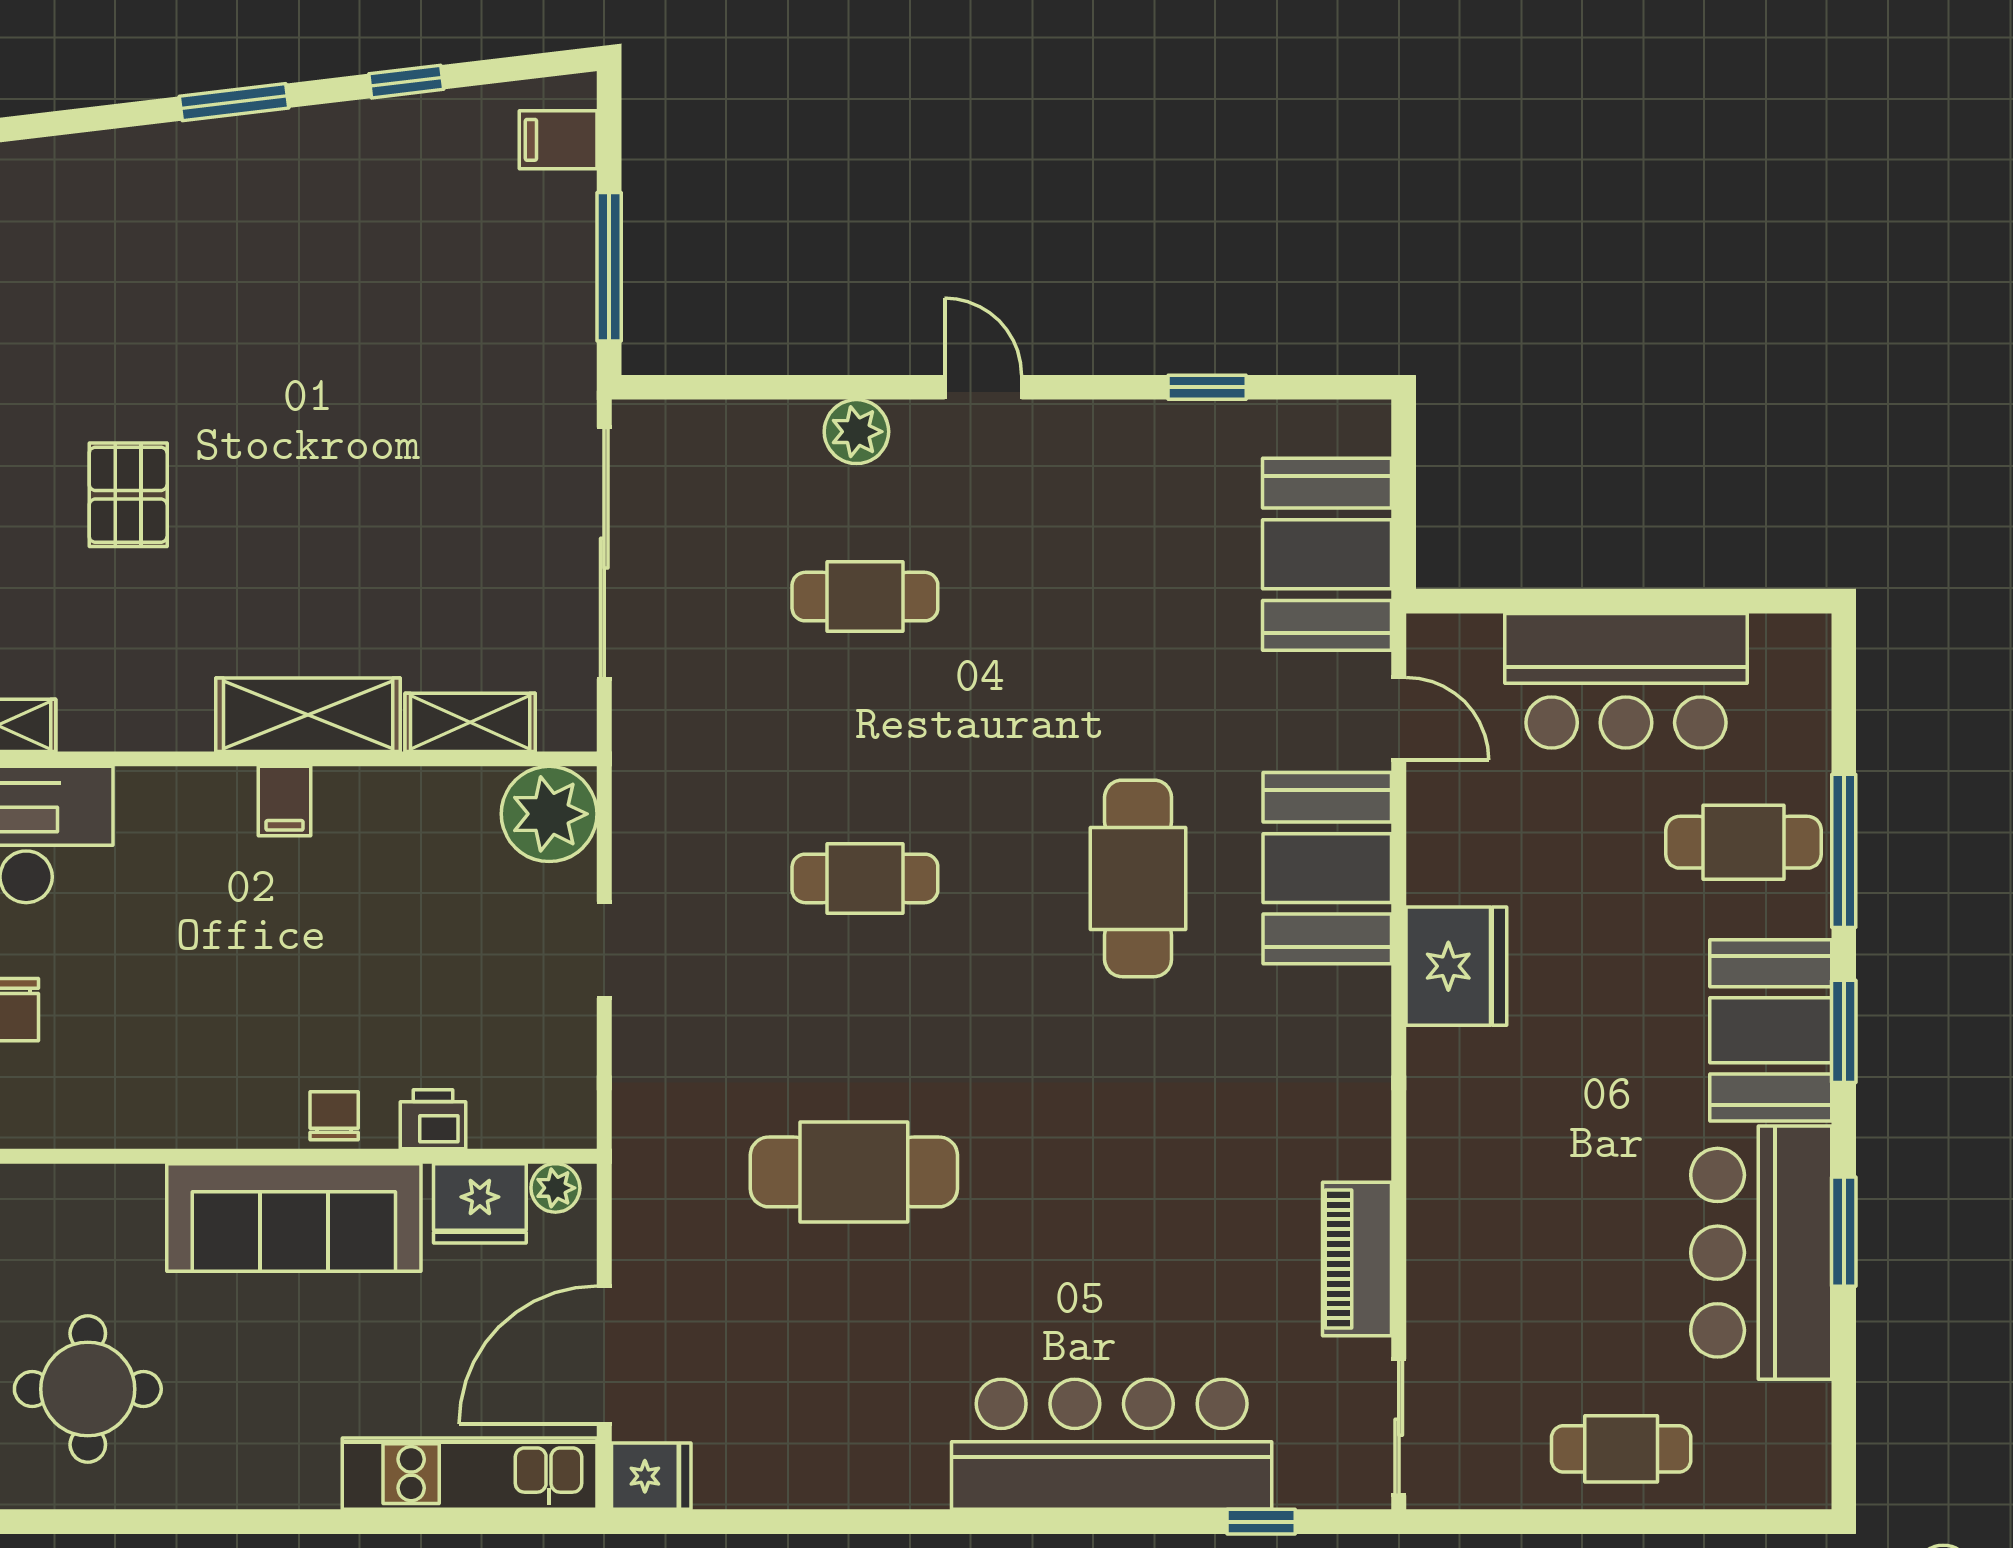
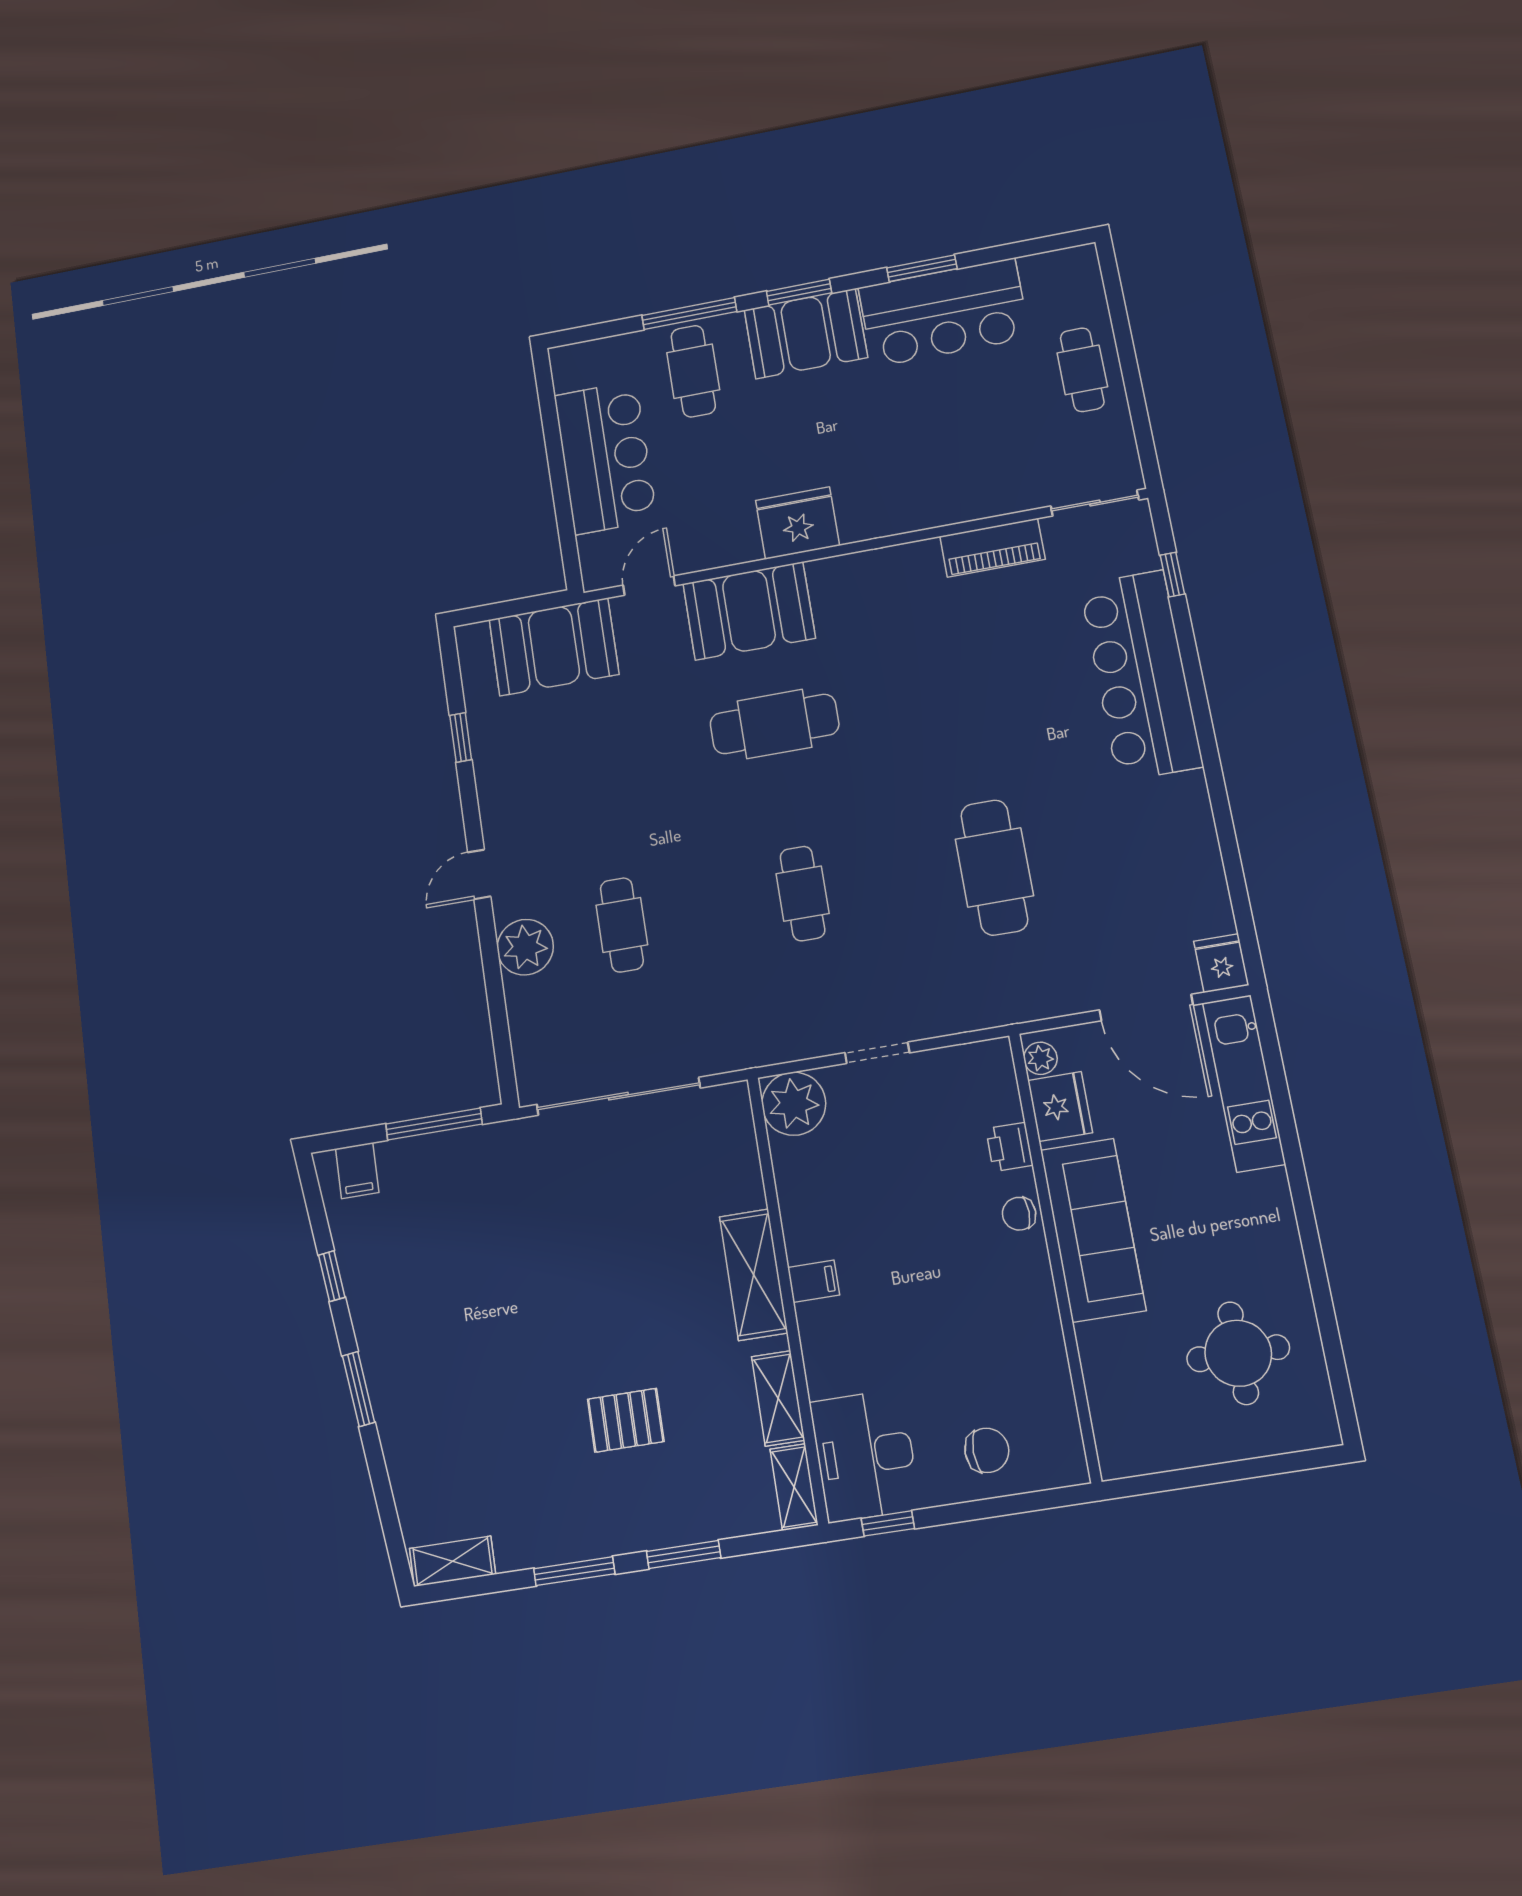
plant: (856, 432) -> (525, 947), width x1.36, depth x1.36
shelving: (470, 722) -> (778, 1398), moved

